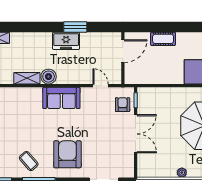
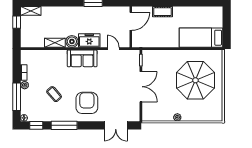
freezer: (66, 41) -> (89, 41), moved, turned 180
armchair: (123, 105) -> (130, 64), removed
coffee table: (29, 161) -> (54, 94), moved

